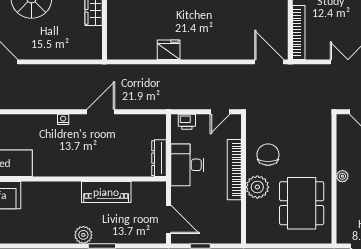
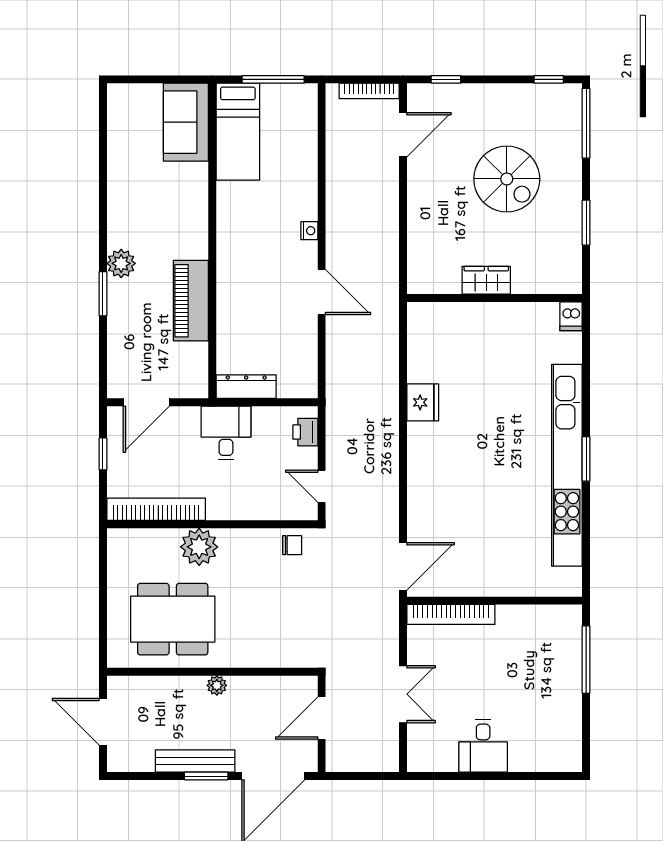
chair: (268, 155) -> (292, 545), moved, width x0.54, depth x0.54
desk: (187, 165) -> (226, 433), width x0.73
bookcase: (234, 170) -> (156, 509), moved

